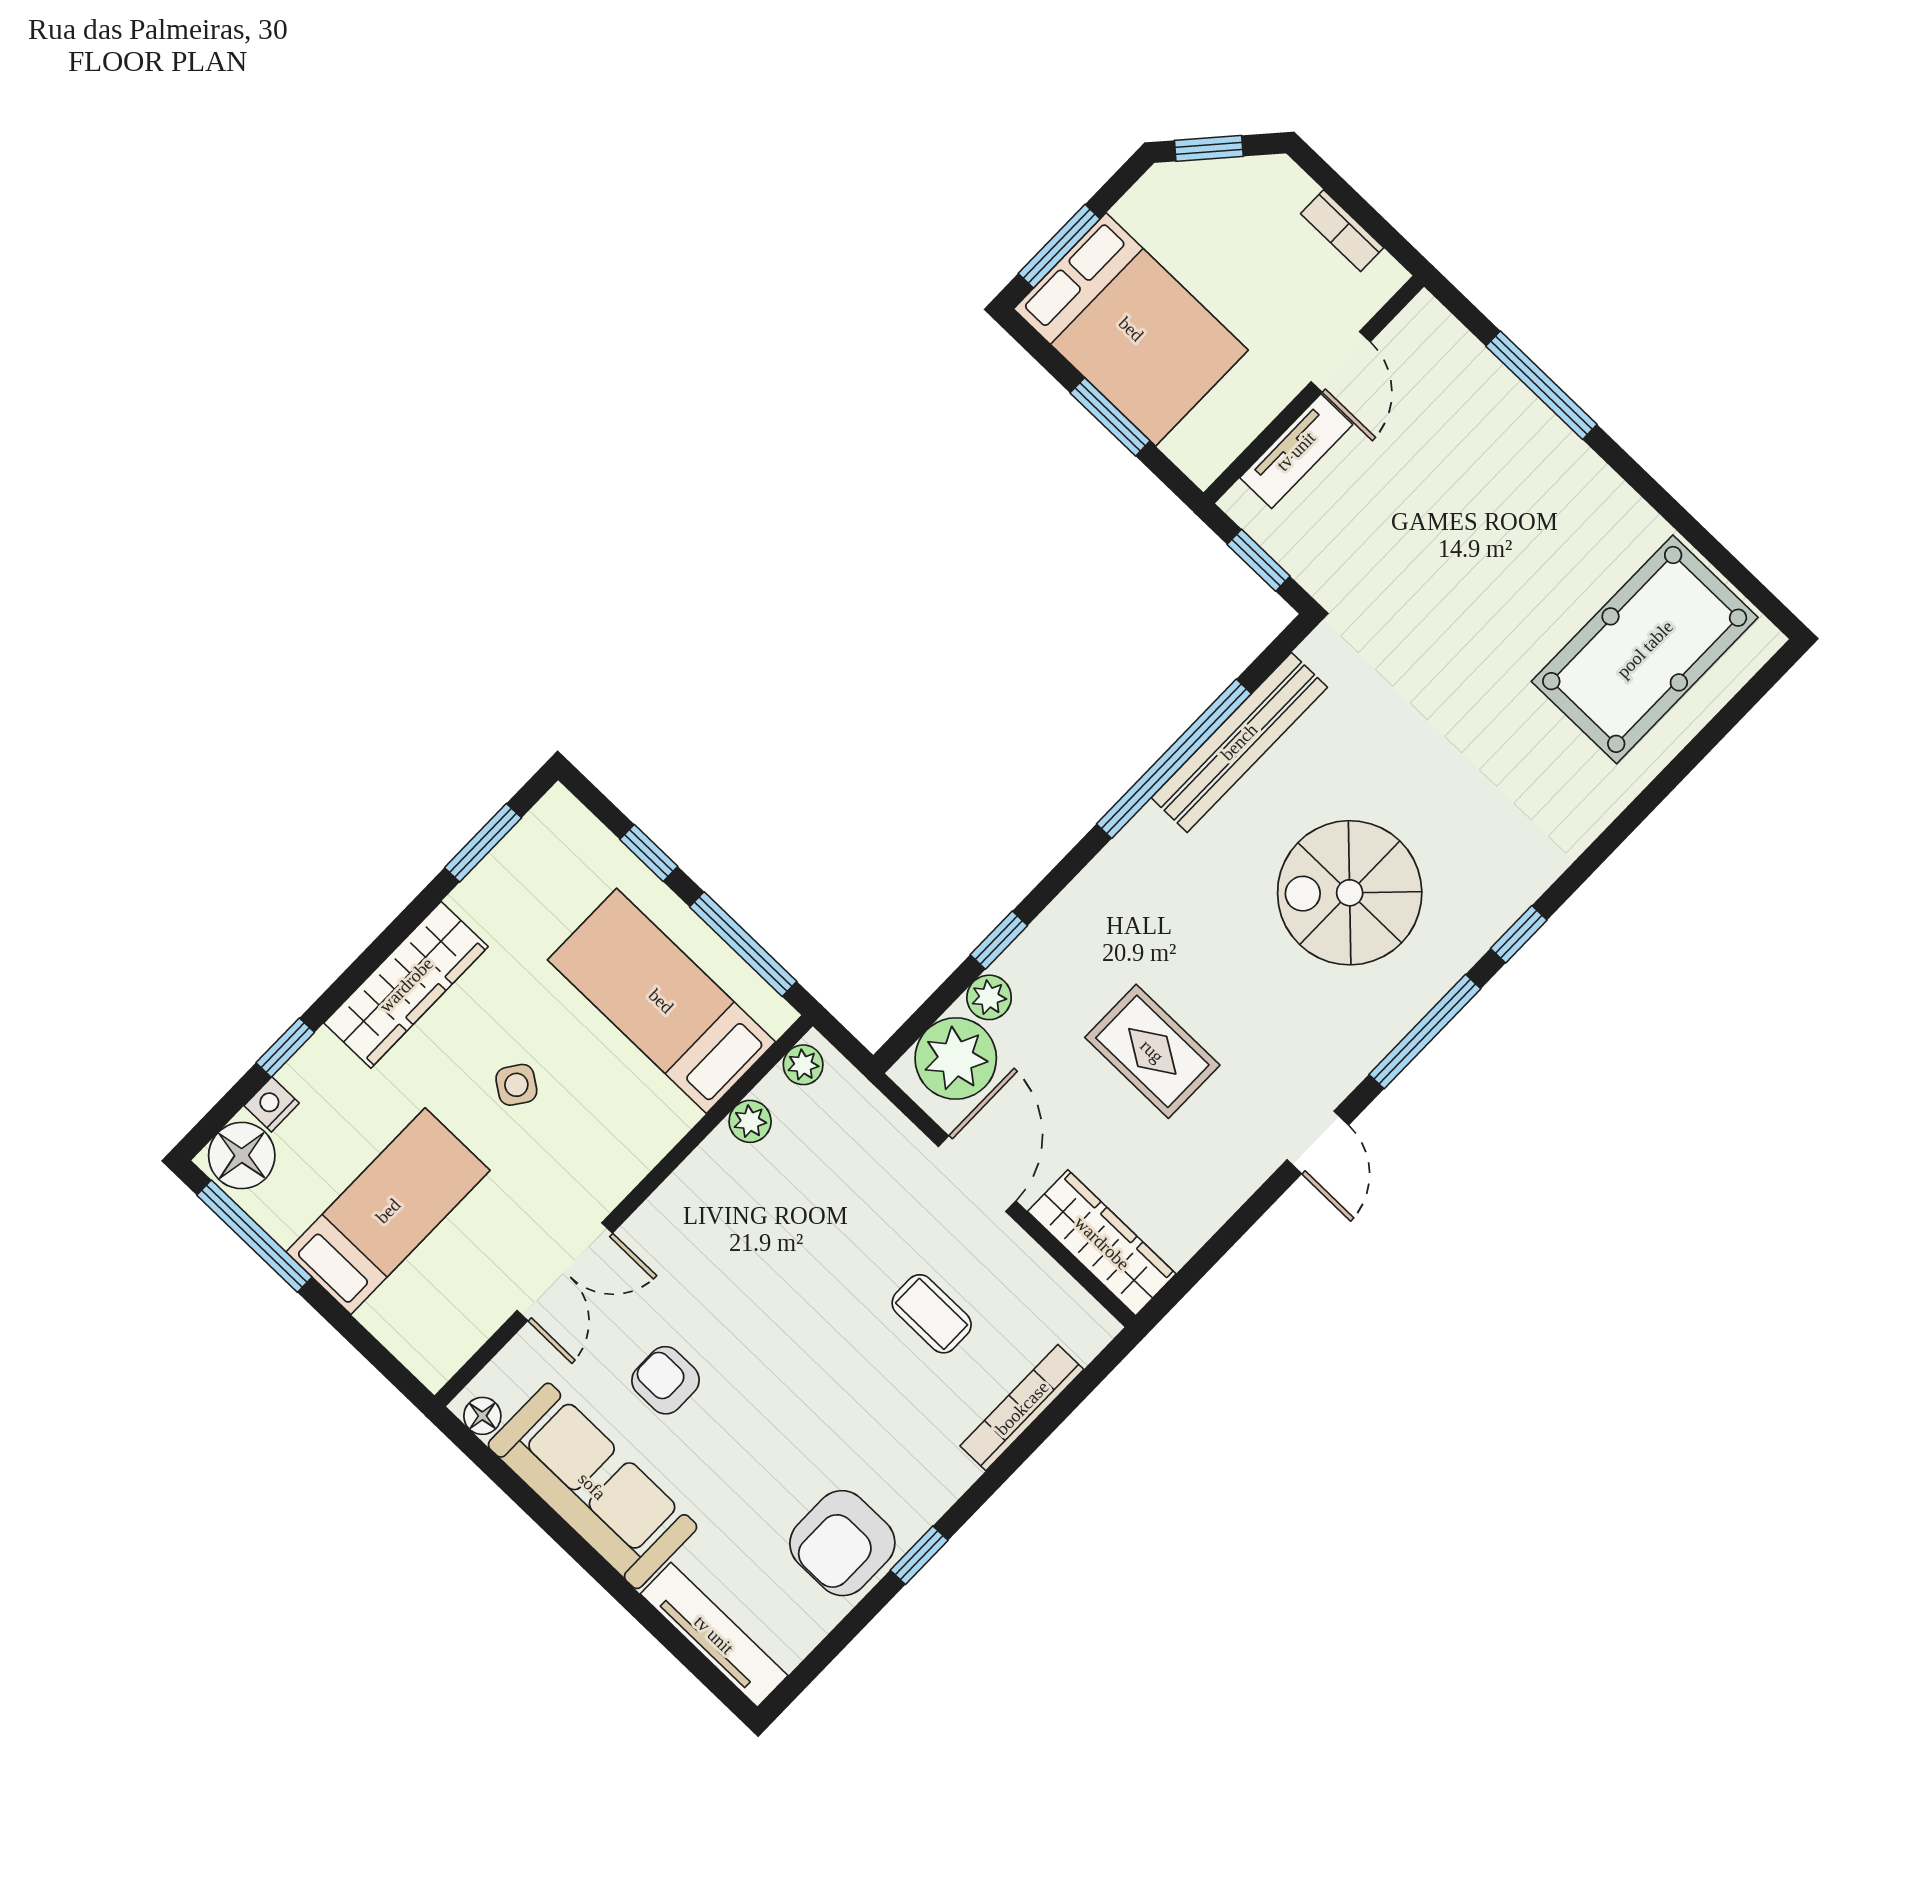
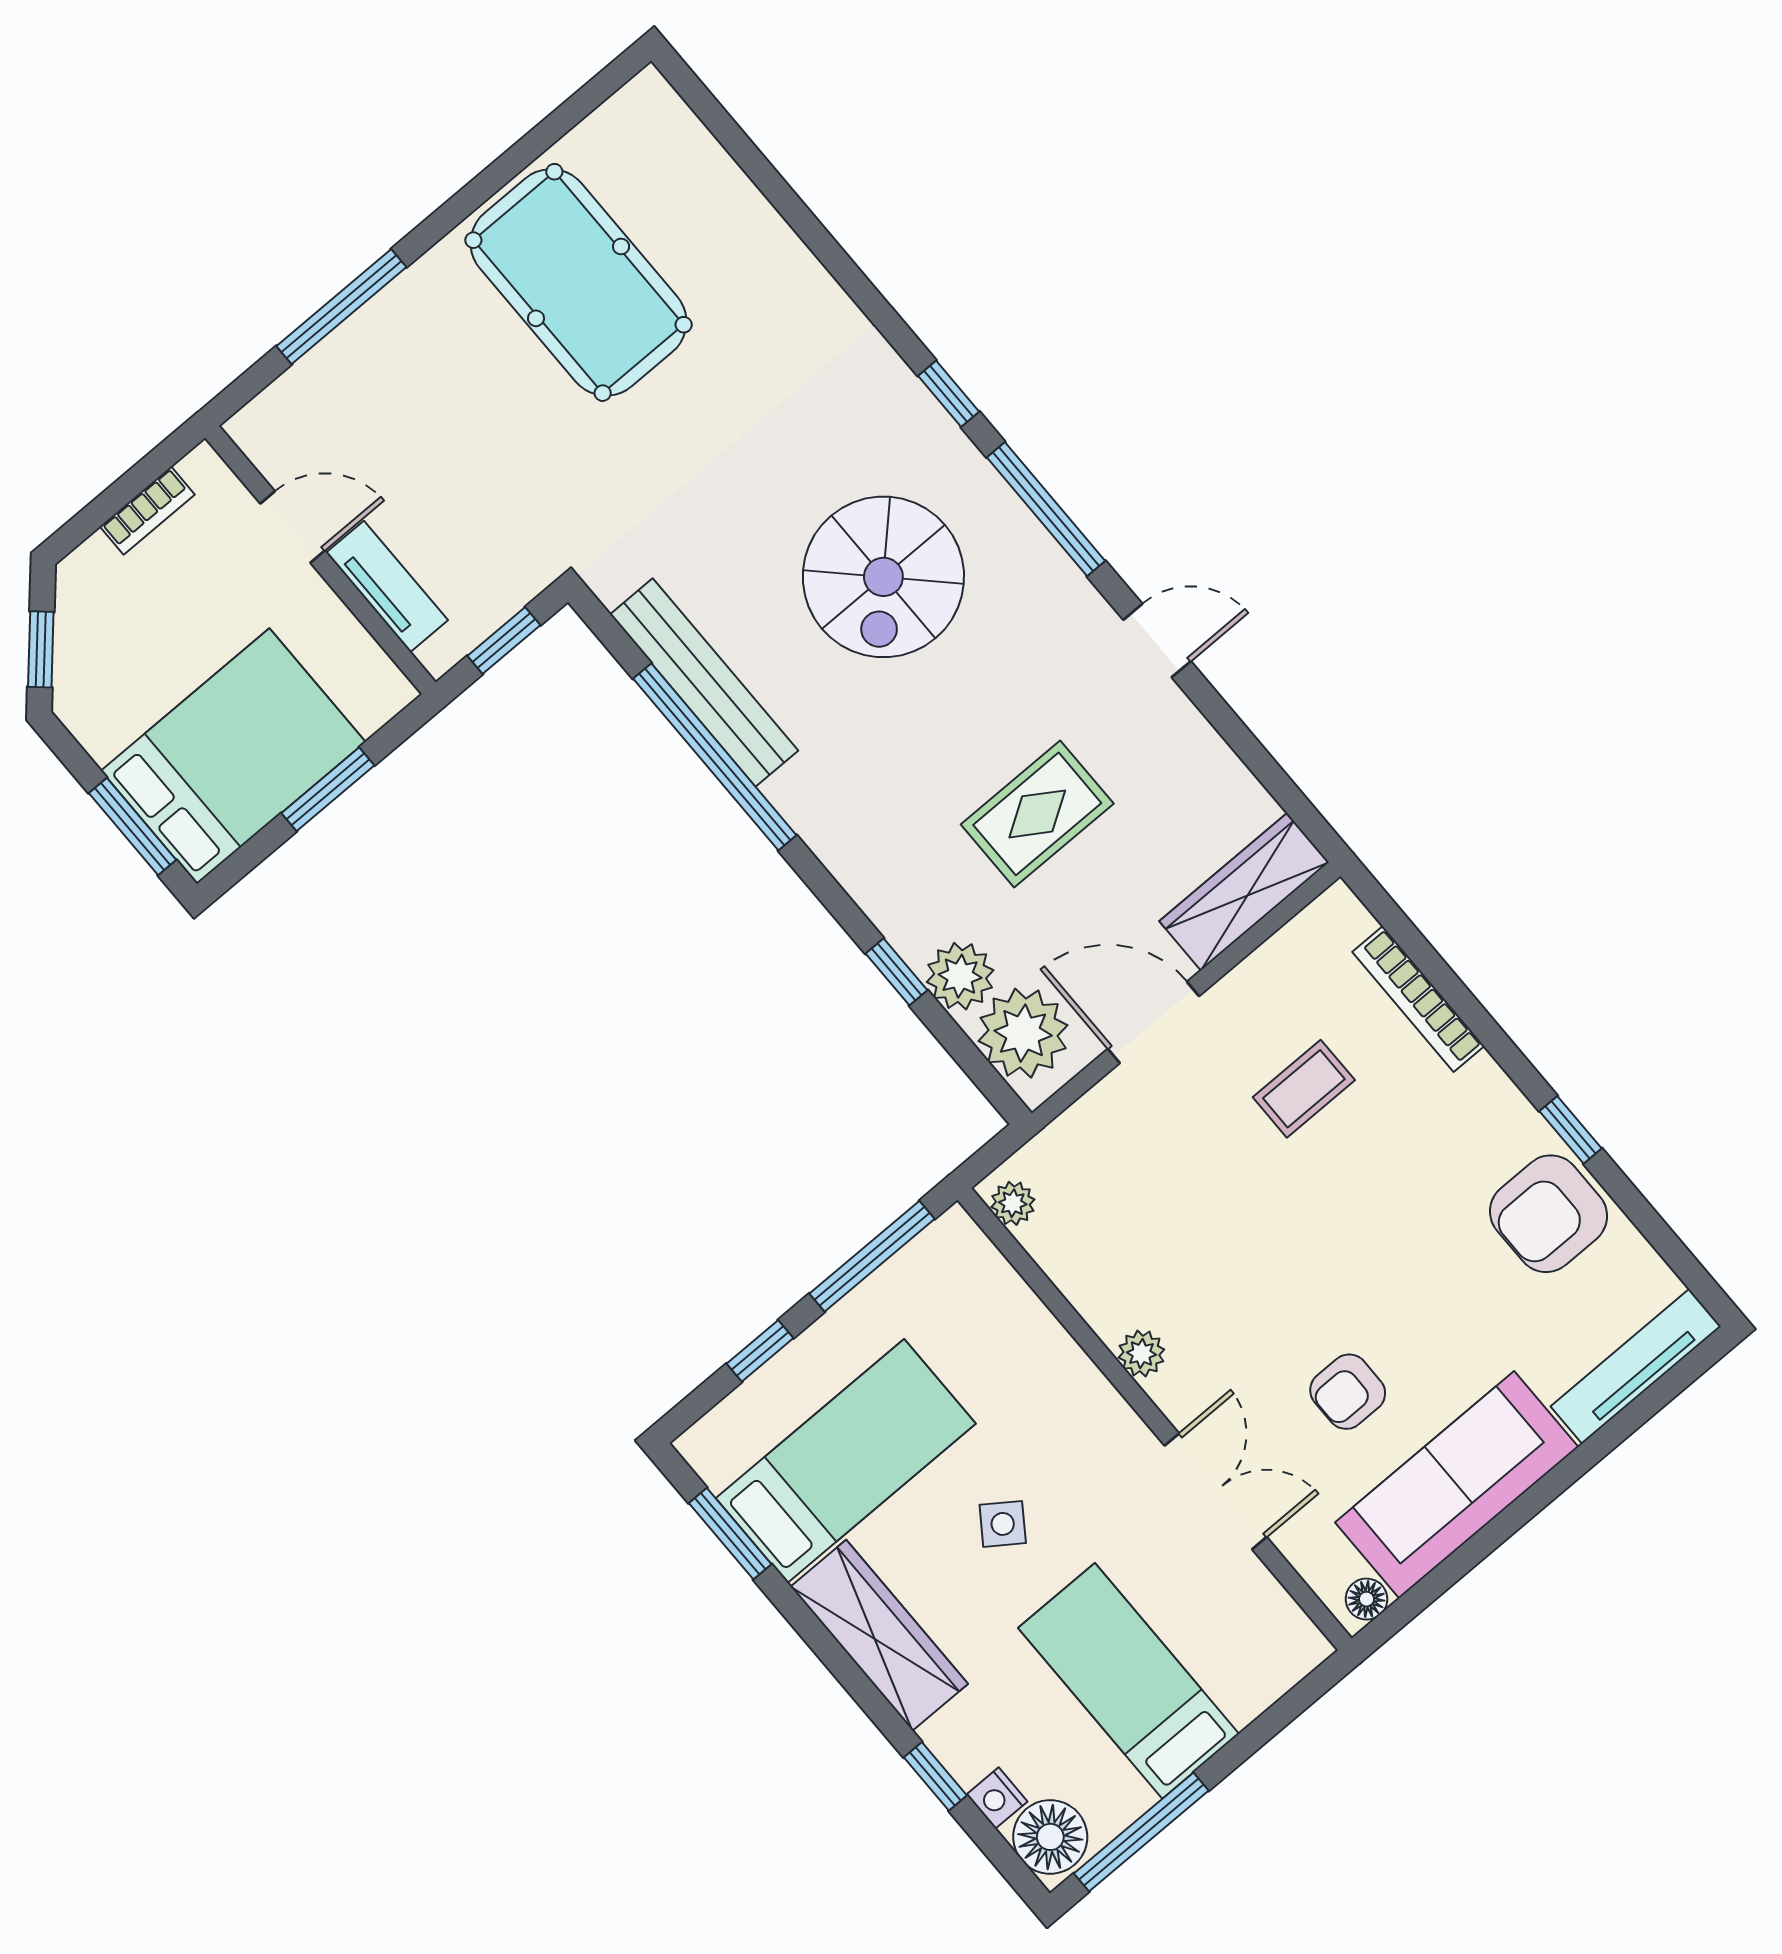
pool table: (1645, 649) -> (579, 282), moved
plant: (989, 997) -> (960, 976), width x1.38, depth x1.38
bed: (661, 1001) -> (846, 1461), moved, turned 180
plant: (750, 1121) -> (1141, 1354), moved
armchair: (842, 1543) -> (1549, 1214), turned 90

